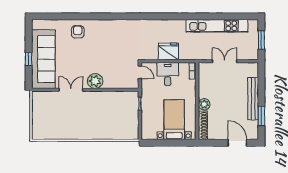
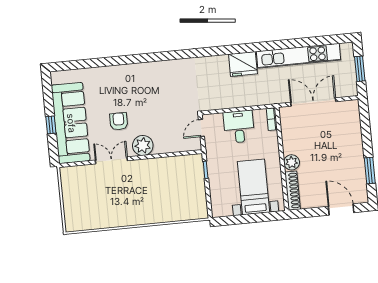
armchair: (78, 32) -> (119, 121), moved
fridge: (168, 51) -> (243, 64), moved, turned 180
double door: (225, 61) -> (313, 102), width x1.37
door: (140, 72) -> (201, 128), swing flipped
bench: (253, 99) -> (356, 148), removed

